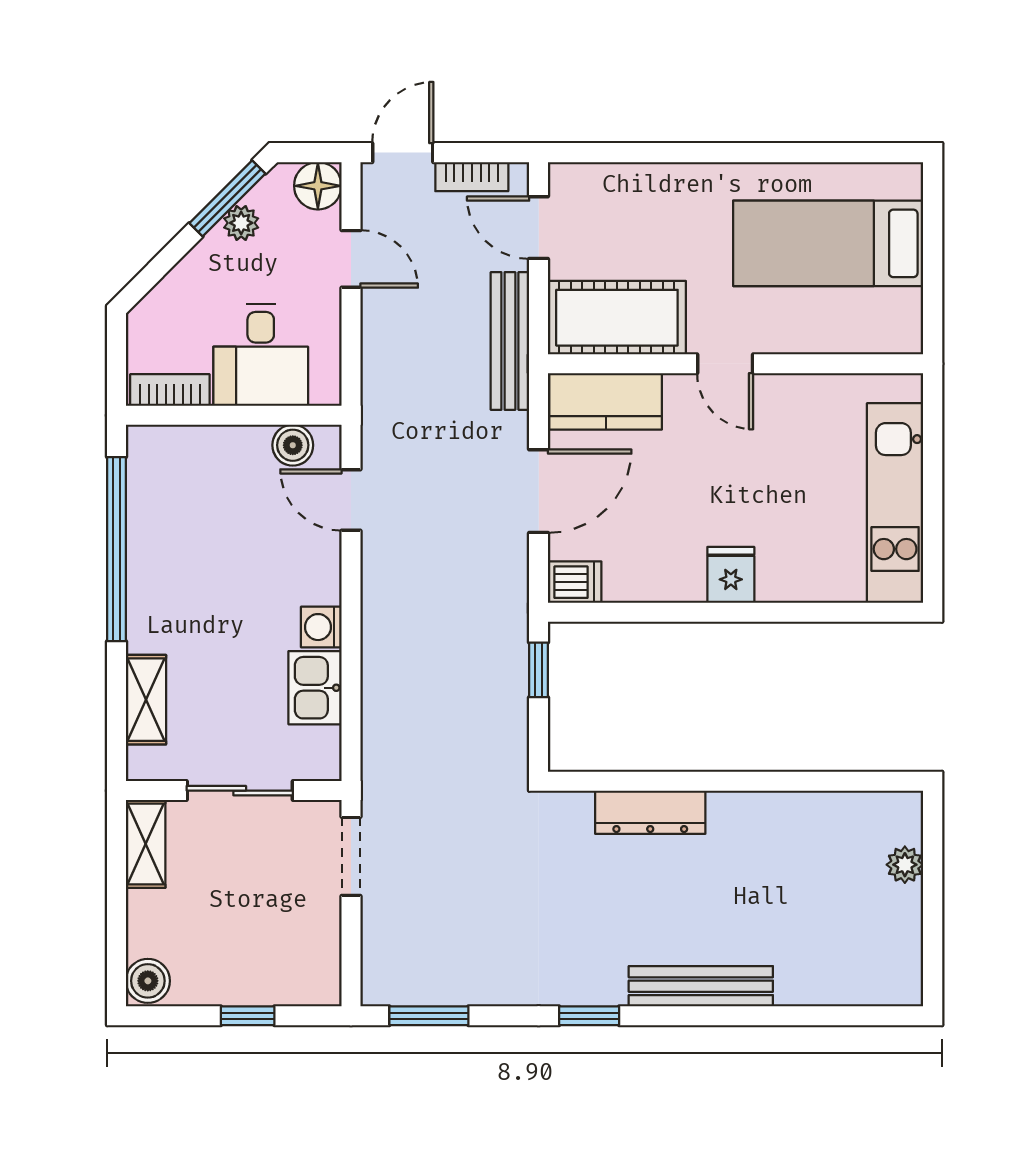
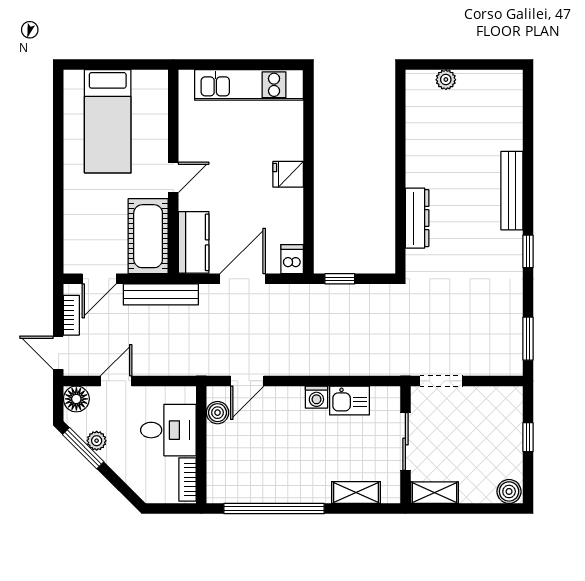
door: (539, 491) -> (243, 279), hinge flipped

